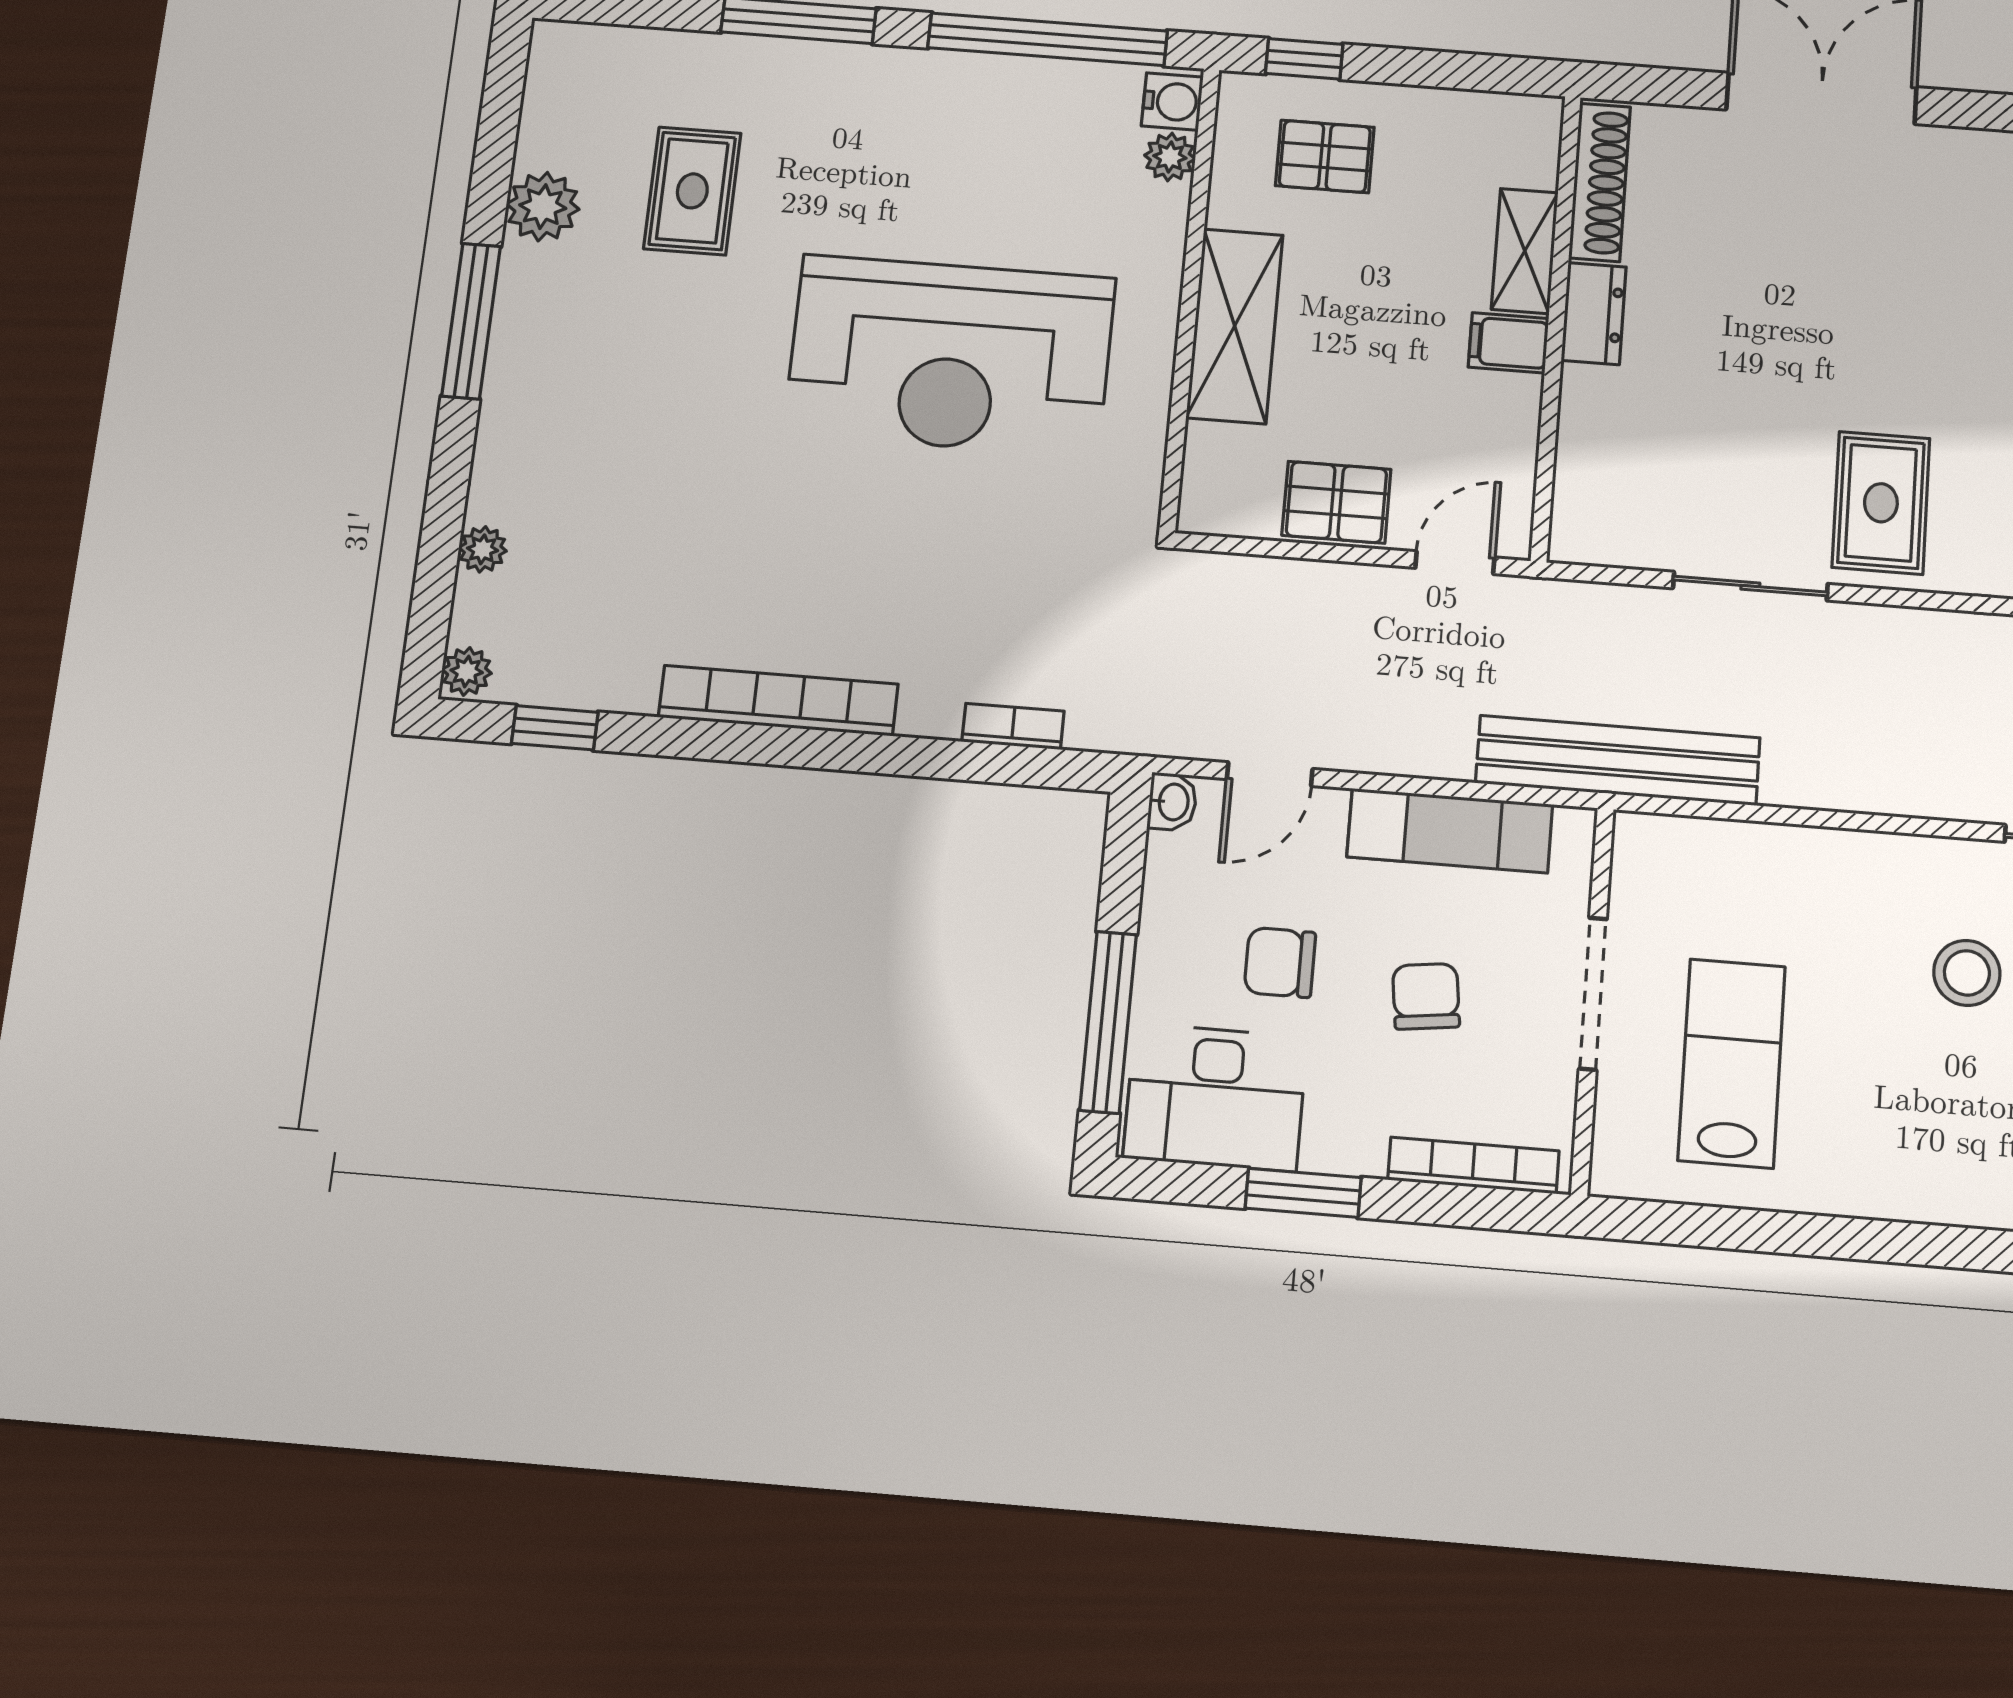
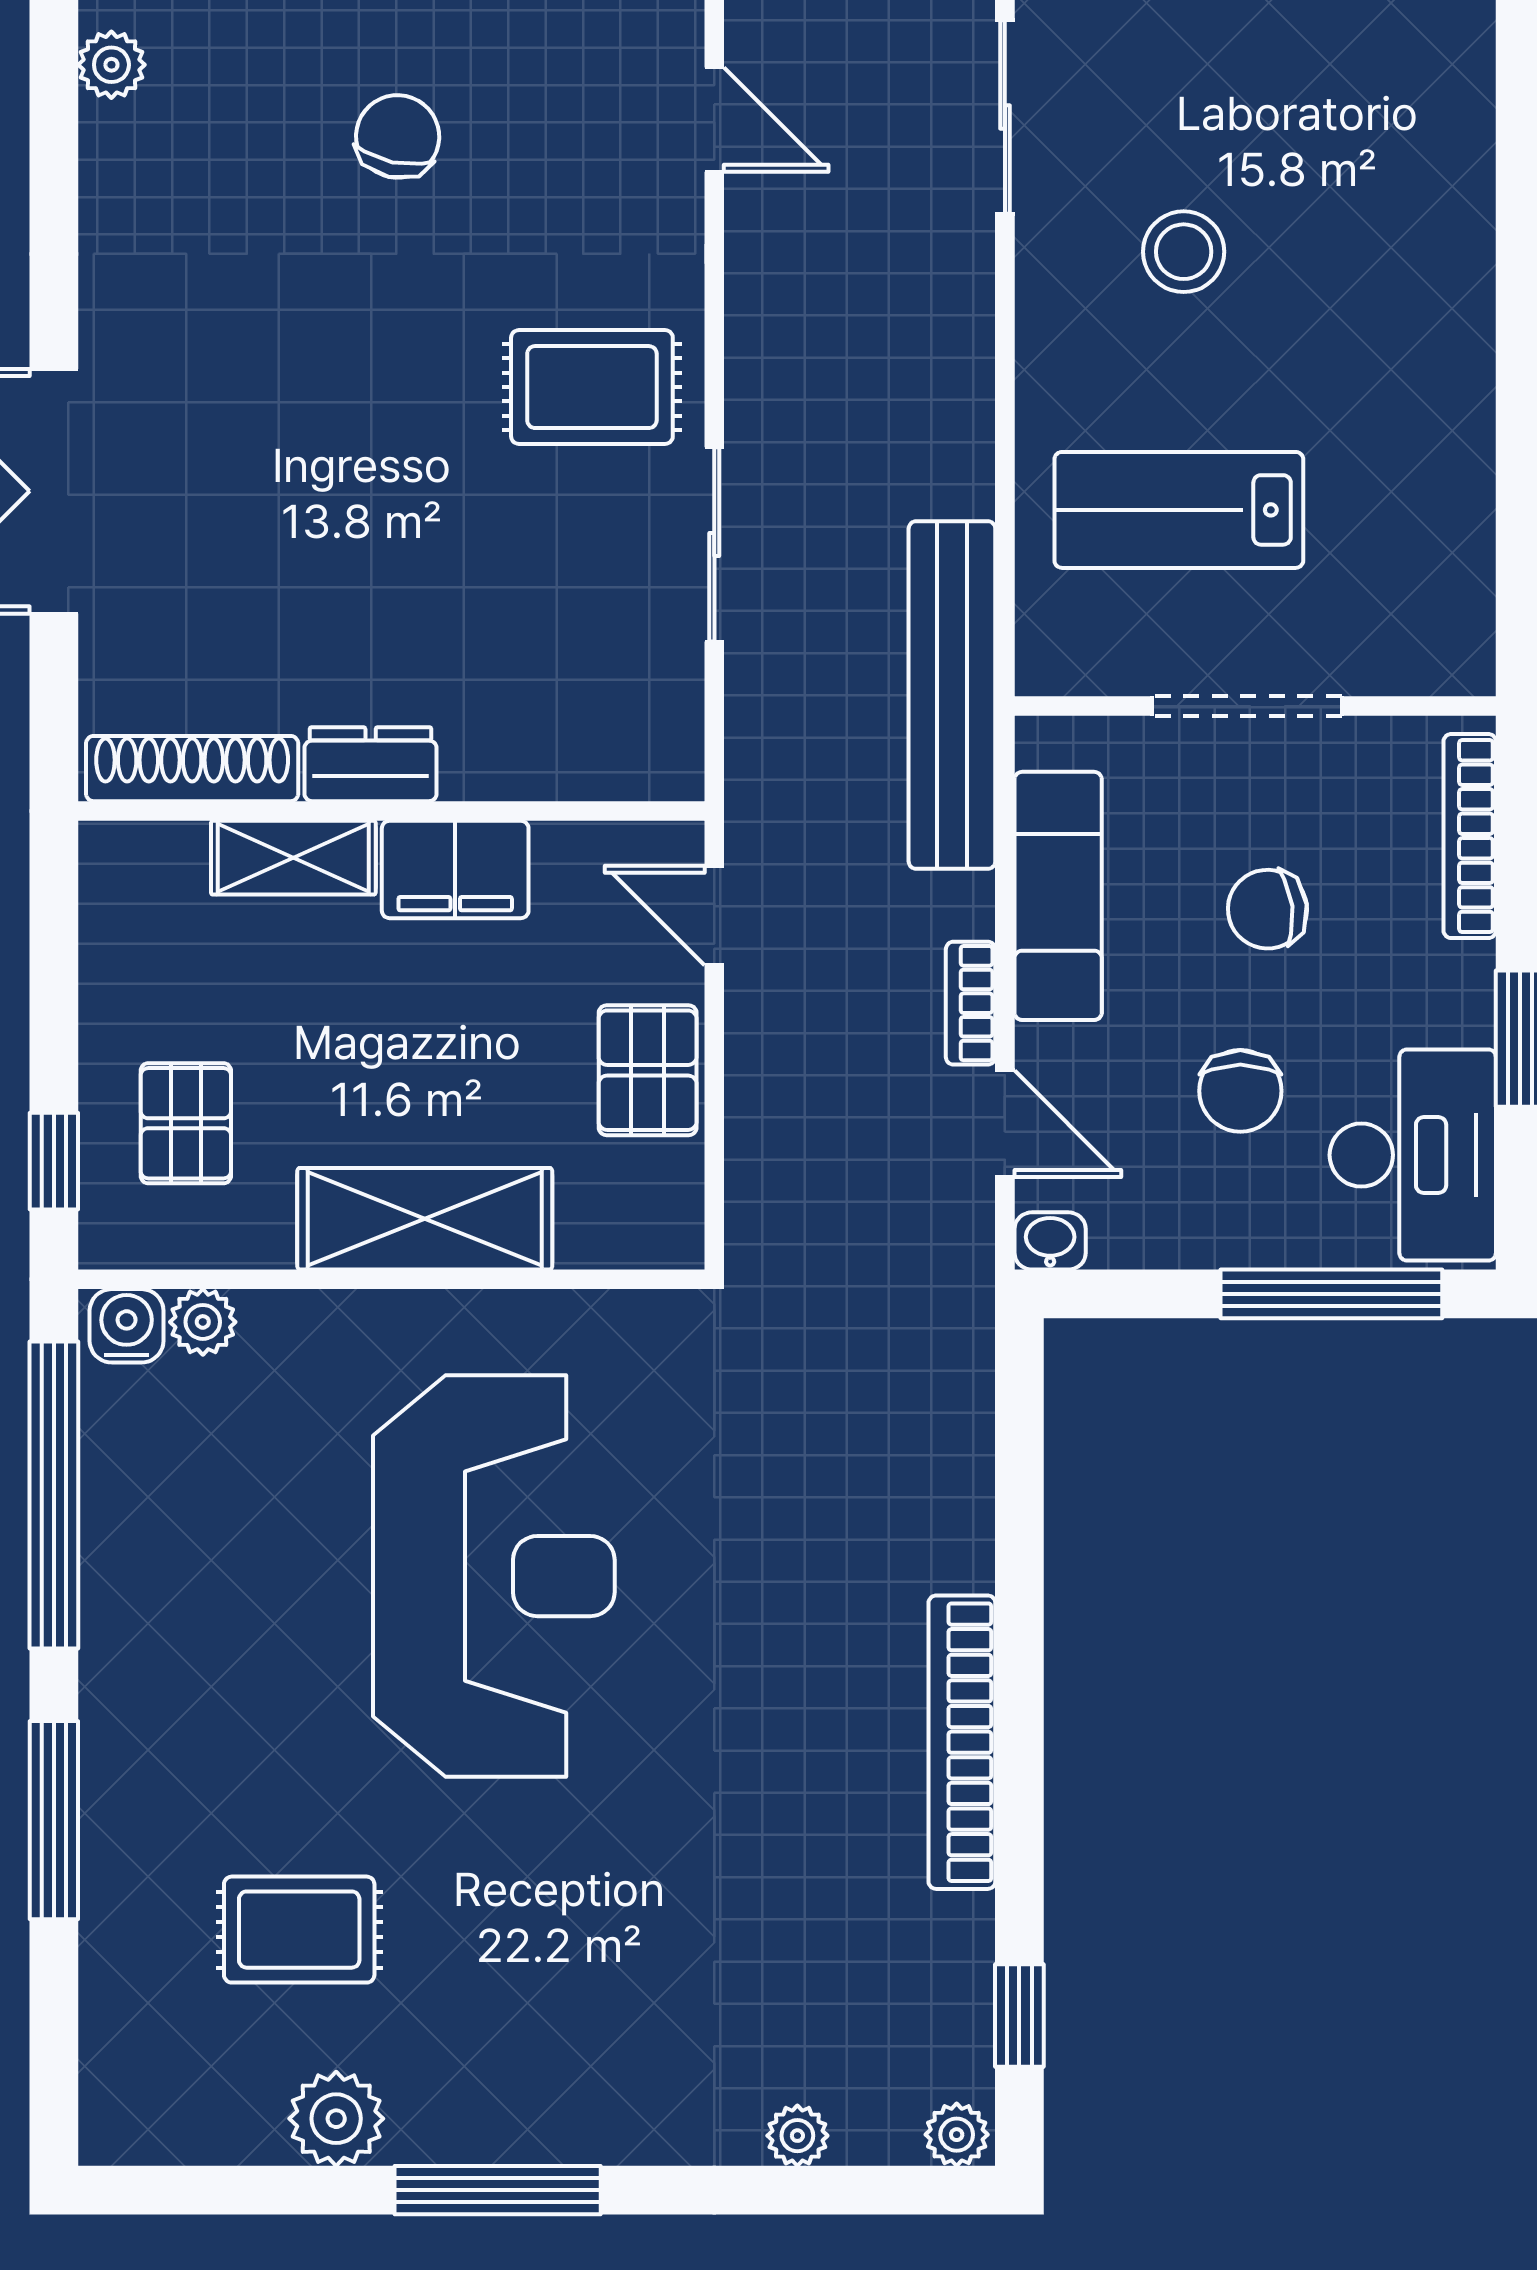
filing cabinet: (1509, 343) -> (455, 869), width x2.00
bookcase: (1013, 726) -> (971, 1003), moved
lab bench: (1732, 1063) -> (1179, 510), moved

